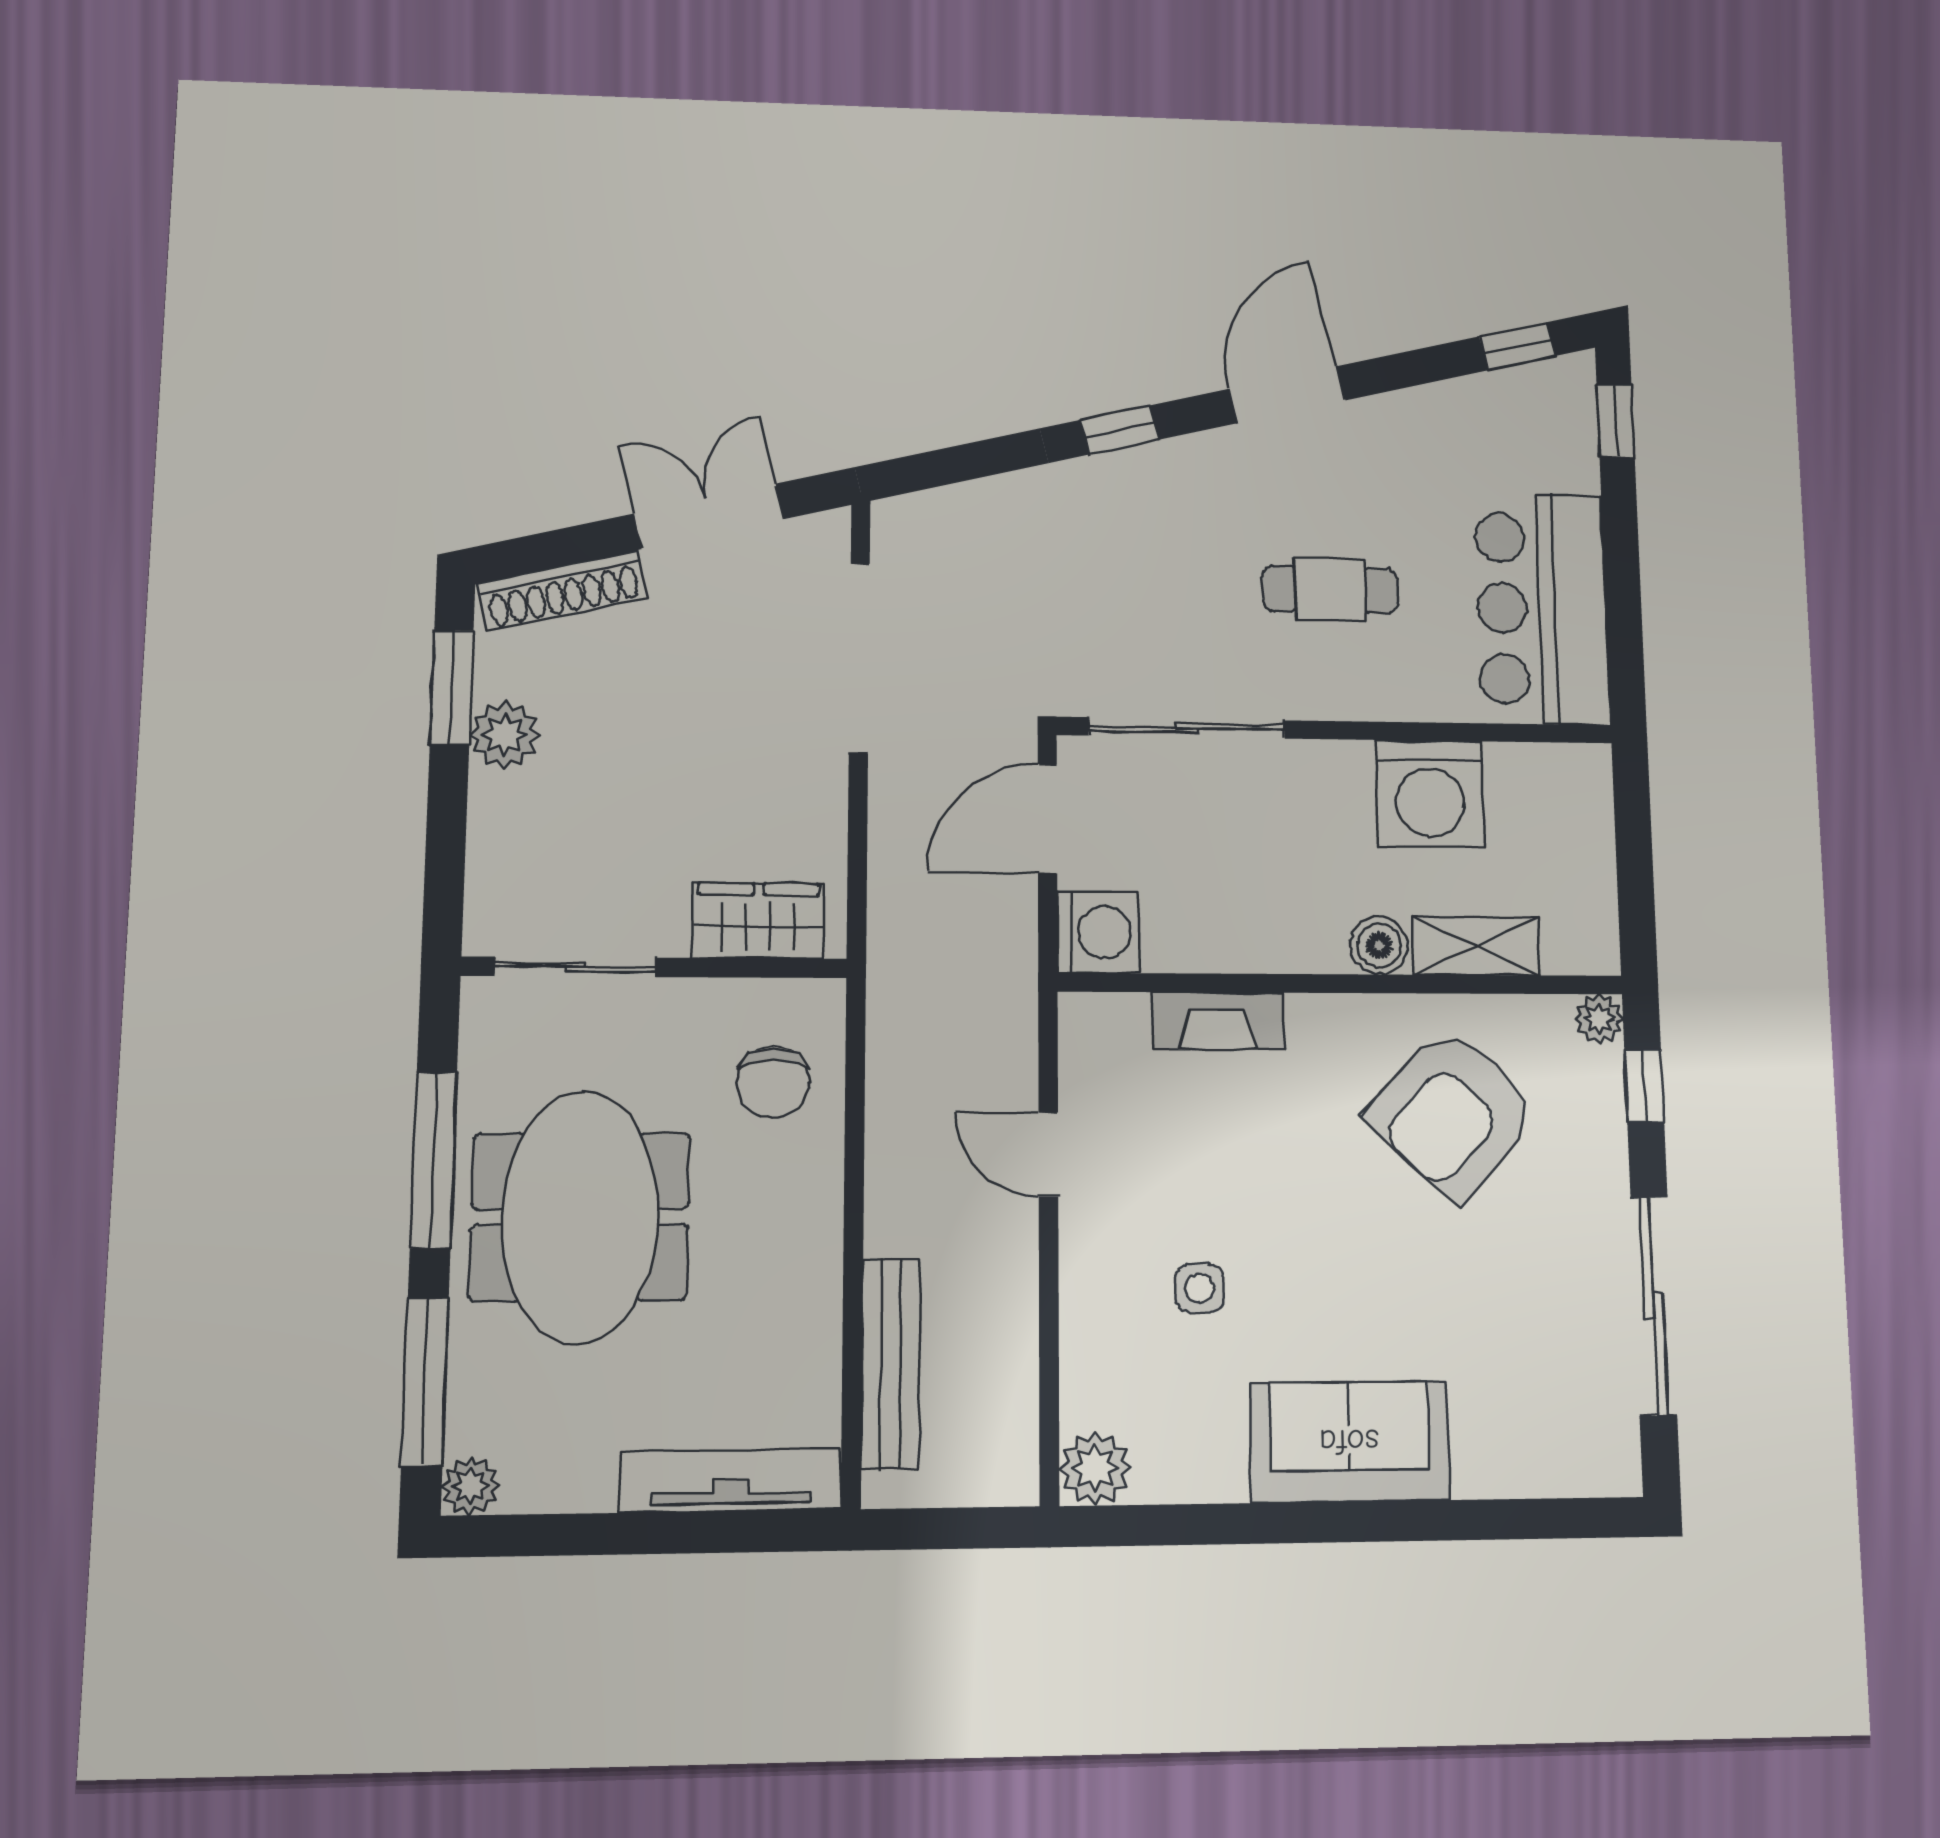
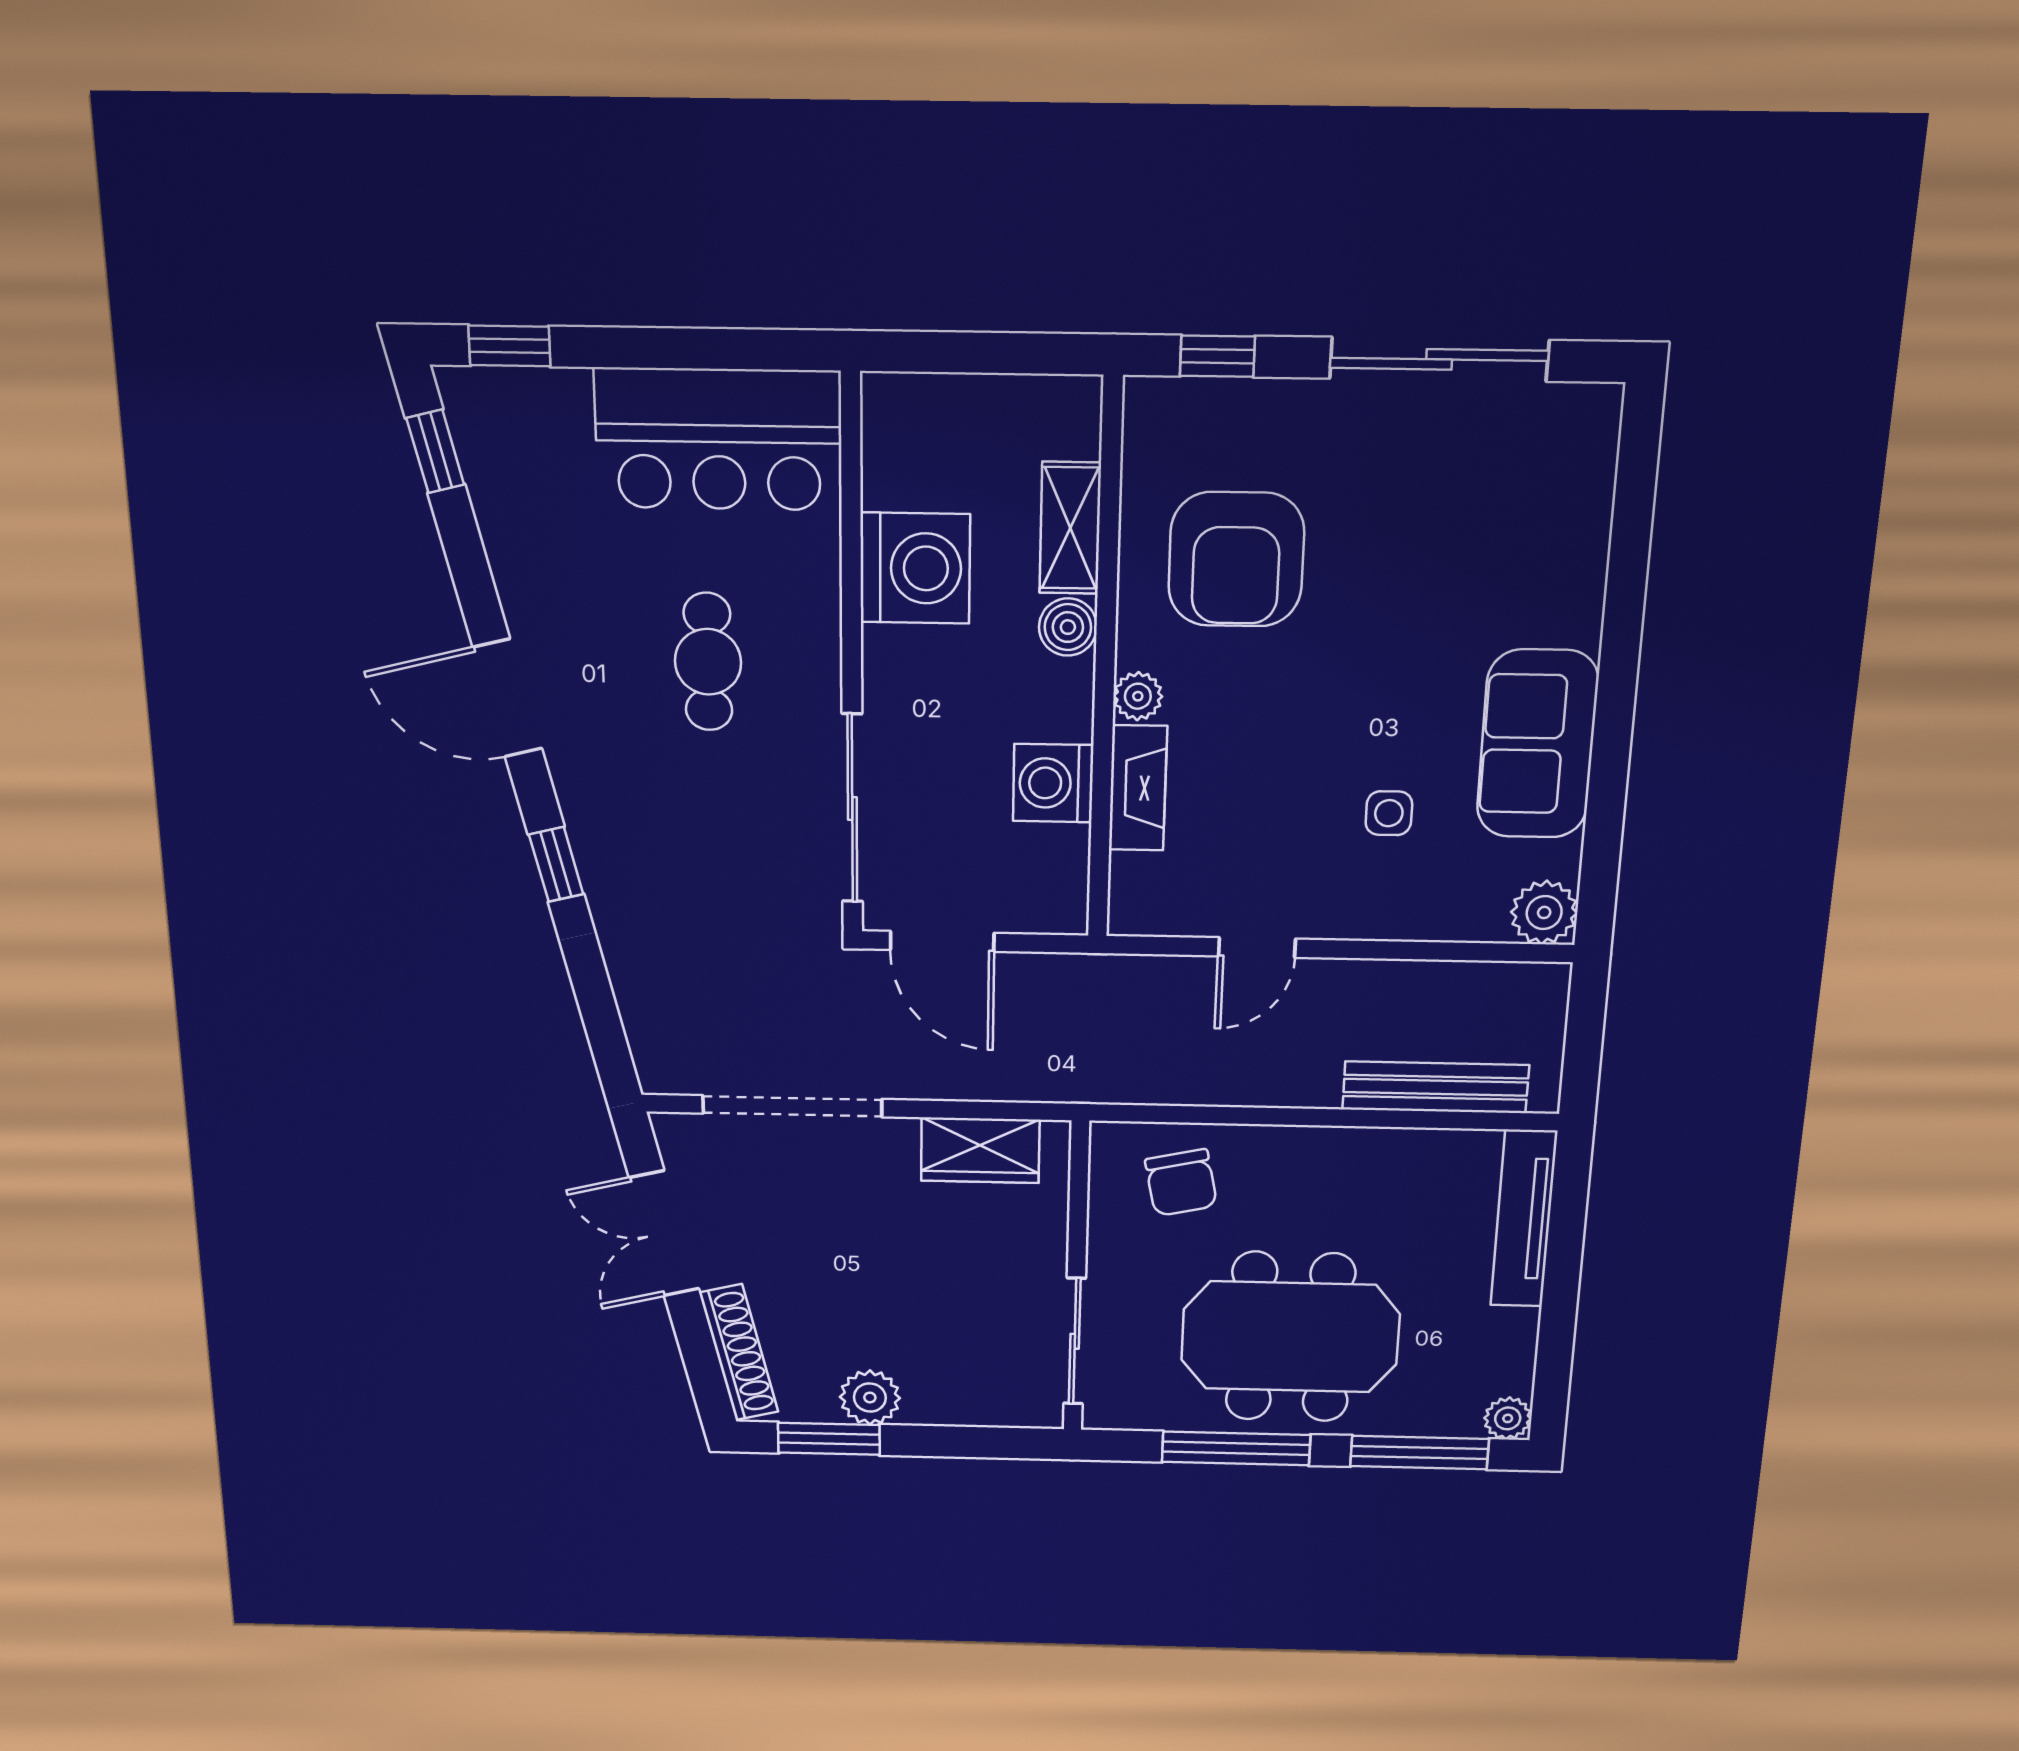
wardrobe: (758, 921) -> (980, 1150), moved, turned -90
washing machine: (1098, 932) -> (1053, 783), moved, turned -90
plant: (1599, 1019) -> (1138, 696), moved
chair: (773, 1082) -> (1181, 1183), turned 78
armchair: (1453, 1113) -> (1236, 559), turned 47
sofa: (1349, 1442) -> (1537, 744), moved

